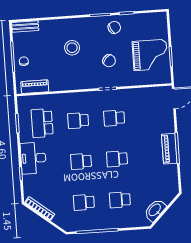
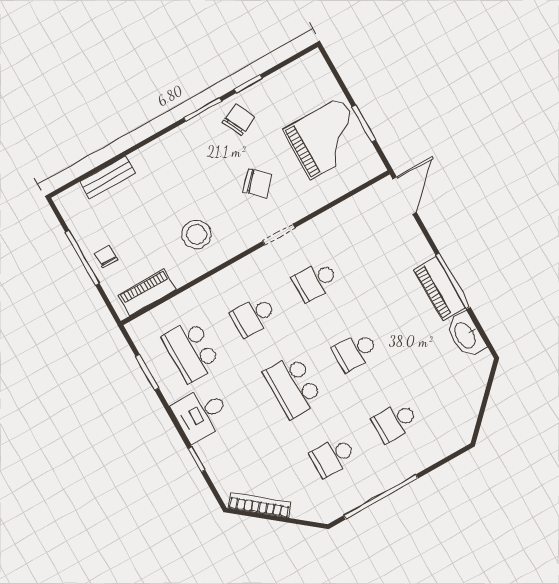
bench: (25, 26) -> (108, 177), moved
stool: (72, 48) -> (197, 234), moved
desk: (33, 158) -> (201, 414), width x0.73
school desk: (81, 161) -> (293, 386), width x1.85
washbasin: (155, 210) -> (466, 335), moved, turned -45

